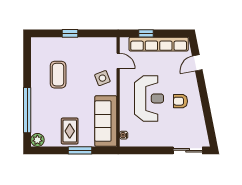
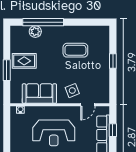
sofa: (106, 121) -> (39, 94), width x0.73
plant: (37, 140) -> (35, 32), moved

